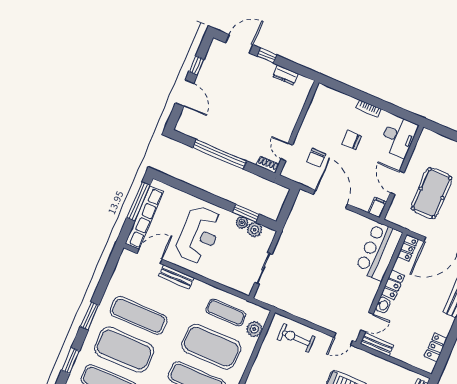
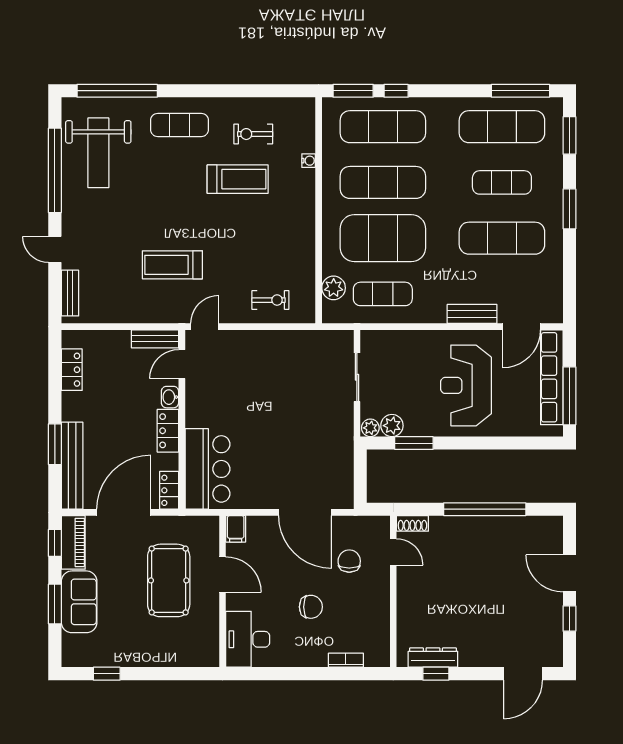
window: (267, 56) -> (436, 674), moved
dresser: (285, 75) -> (433, 658), width x1.44
bookcase: (369, 109) -> (346, 660), moved
plant: (242, 223) -> (370, 428), moved
exercise bike: (296, 338) -> (270, 300), width x0.73, depth x0.72
exercise mat: (124, 350) -> (502, 182), width x0.50, depth x0.69

